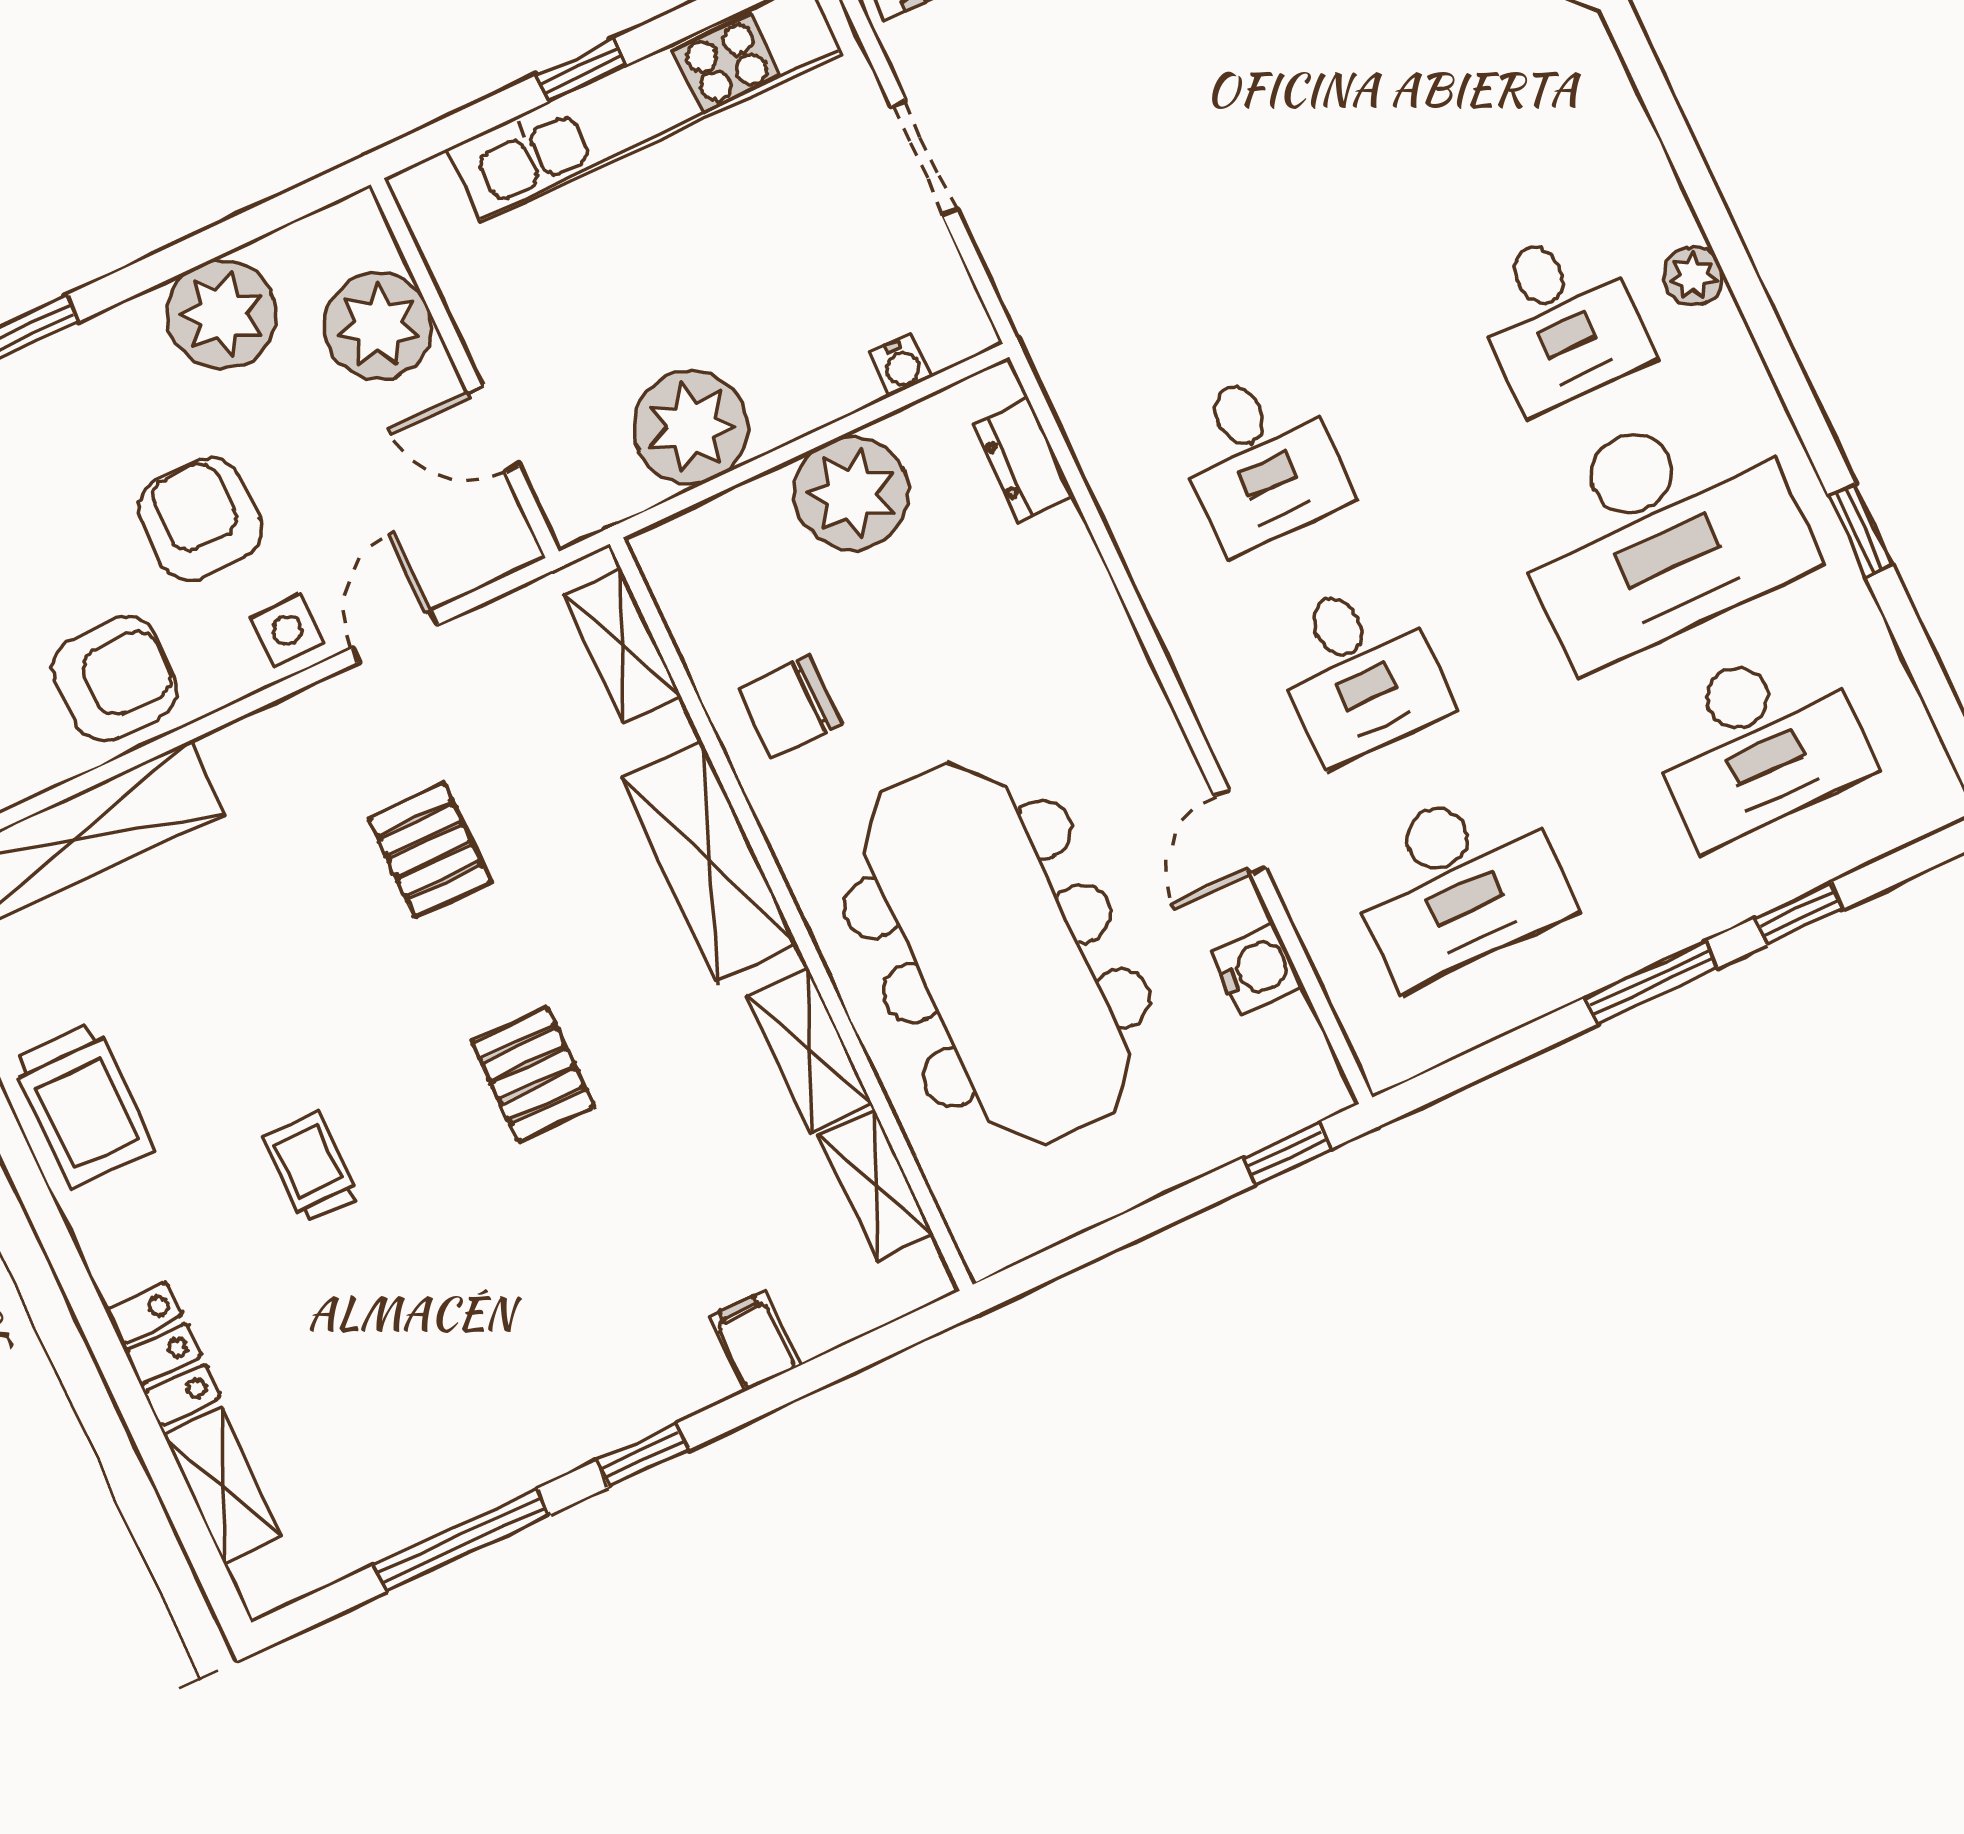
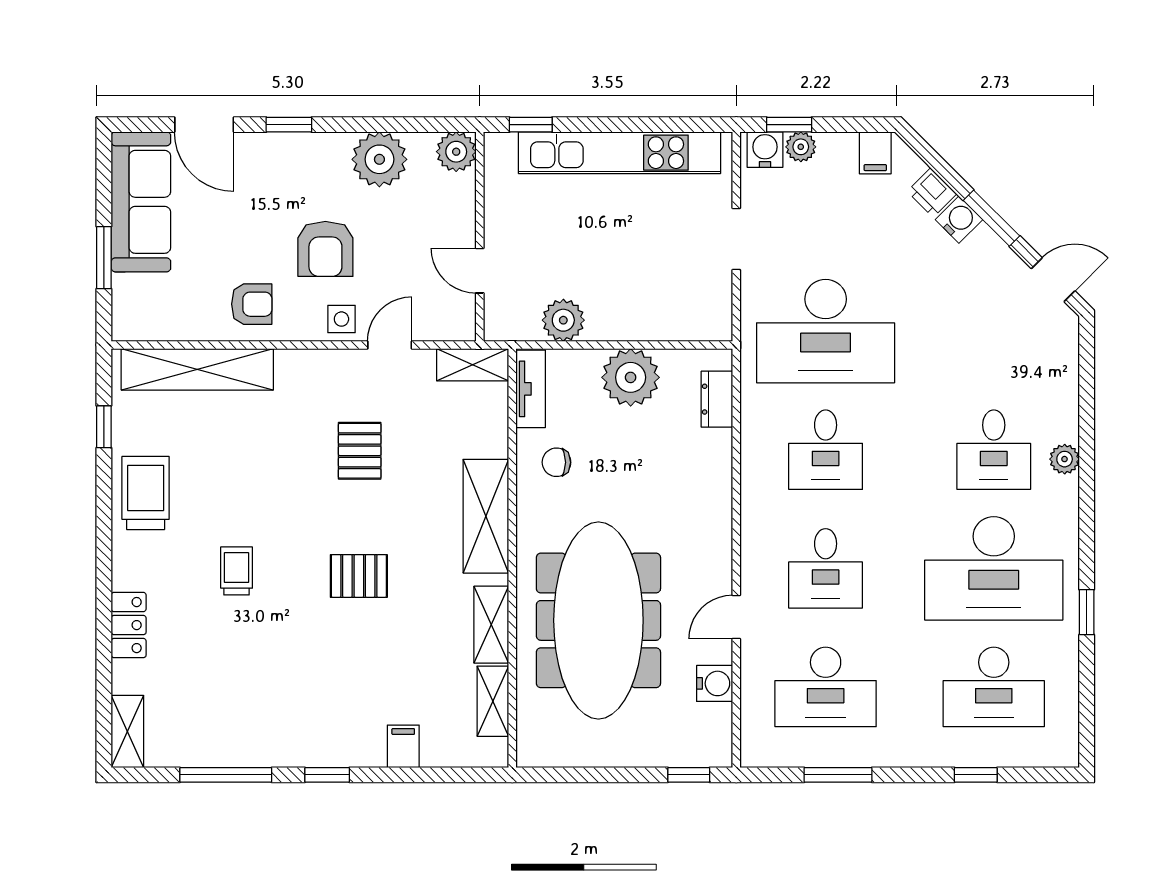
window: (581, 70) -> (531, 125), moved
desk: (1160, 248) -> (826, 331), added
plant: (378, 326) -> (456, 152), moved, width x0.73, depth x0.73
water cooler: (901, 365) -> (681, 329), removed
plant: (691, 427) -> (563, 320), width x0.73, depth x0.73
armchair: (200, 519) -> (325, 249), turned 180
tv unit: (683, 597) -> (531, 389), added
shelving: (622, 645) -> (473, 365), moved, turned 90
armchair: (115, 679) -> (252, 304), width x0.72, depth x0.72
chair: (790, 706) -> (556, 462), width x0.73, depth x0.73
window: (1651, 983) -> (838, 775), moved
pallet: (533, 1074) -> (359, 576), turned 90
trolley: (83, 1104) -> (146, 493), turned 180
shelving: (223, 1486) -> (127, 732), moved

